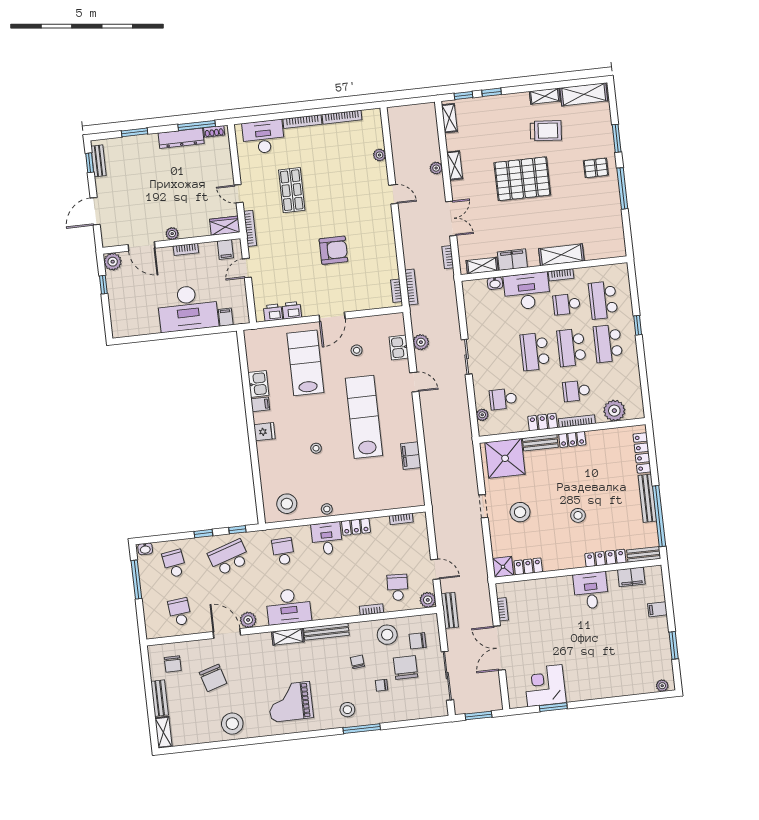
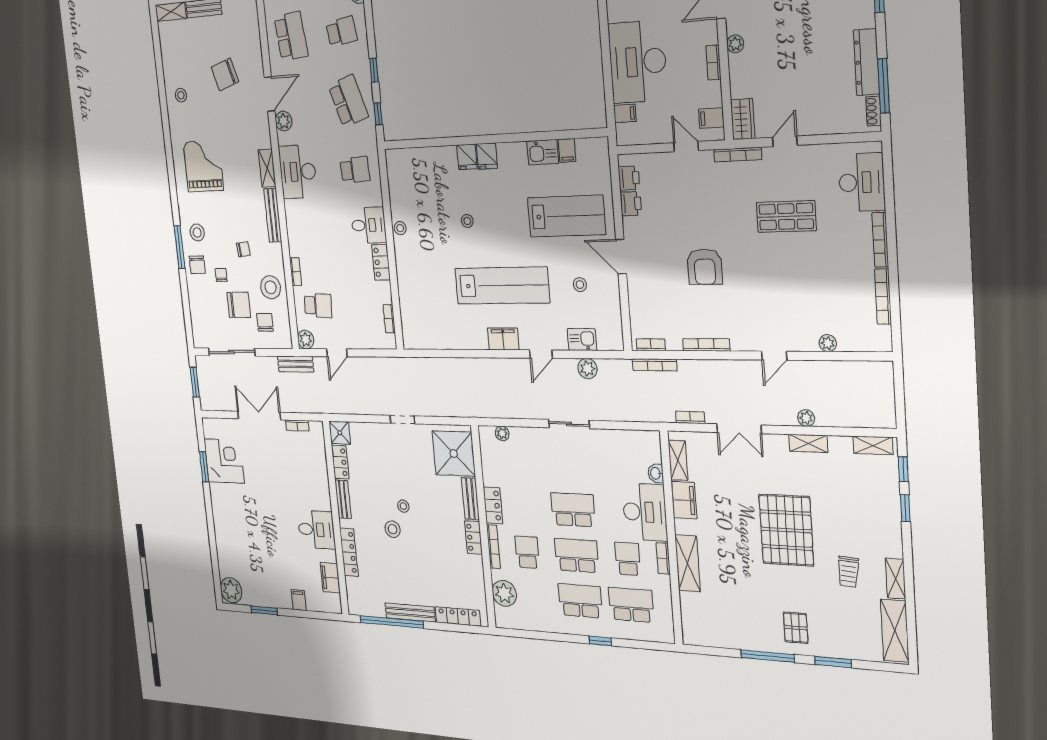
trolley: (546, 131) -> (848, 572), width x0.73, depth x0.72
bookcase: (391, 247) -> (706, 345), added
school desk: (503, 399) -> (519, 462), removed
filing cabinet: (260, 404) -> (567, 150), moved
fridge: (266, 449) -> (467, 157), added
filing cabinet: (411, 456) -> (503, 339), moved
stool: (287, 504) -> (406, 178), removed
stool: (520, 512) -> (403, 506), moved, width x0.53, depth x0.53
bench: (644, 554) -> (343, 499), moved
school desk: (180, 612) -> (291, 36), width x1.85
chair: (173, 664) -> (197, 265), moved, turned -90
plant: (662, 686) -> (231, 590), width x1.88, depth x1.88
stool: (232, 724) -> (181, 95), width x0.53, depth x0.53

